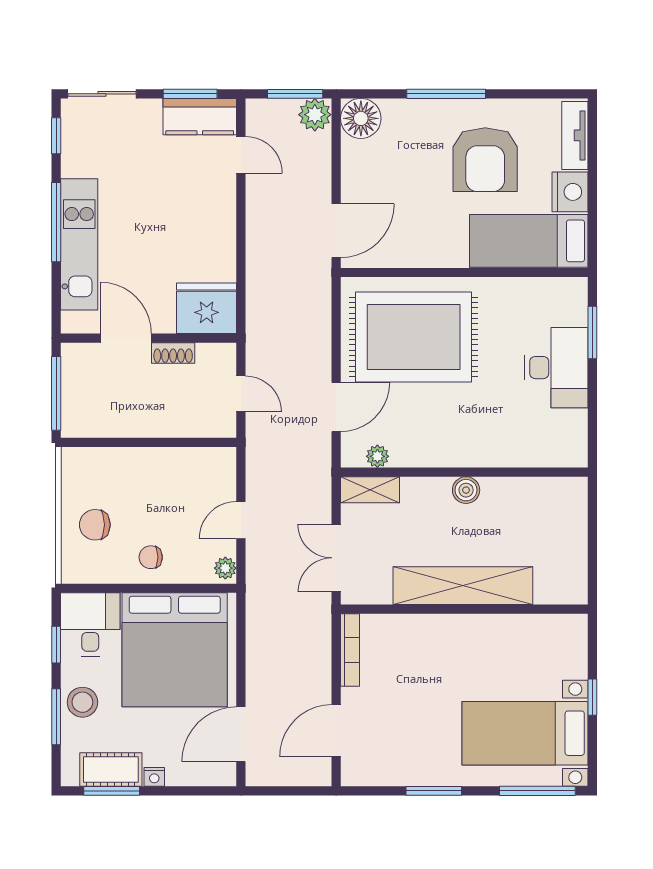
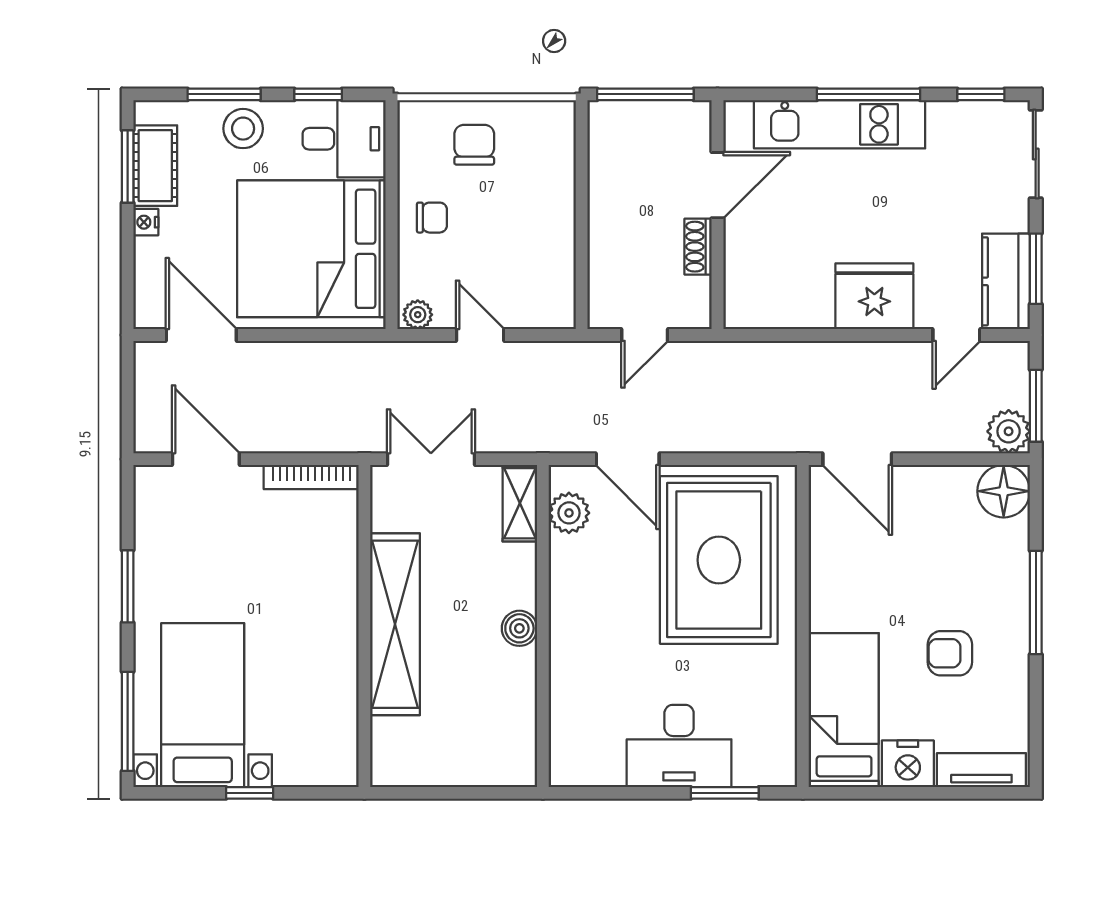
armchair: (485, 160) -> (950, 653), width x0.53, depth x0.53
fridge: (207, 308) -> (874, 296), moved, turned -90
plant: (377, 456) -> (569, 513), width x1.38, depth x1.38
chair: (151, 557) -> (432, 218), turned 90

